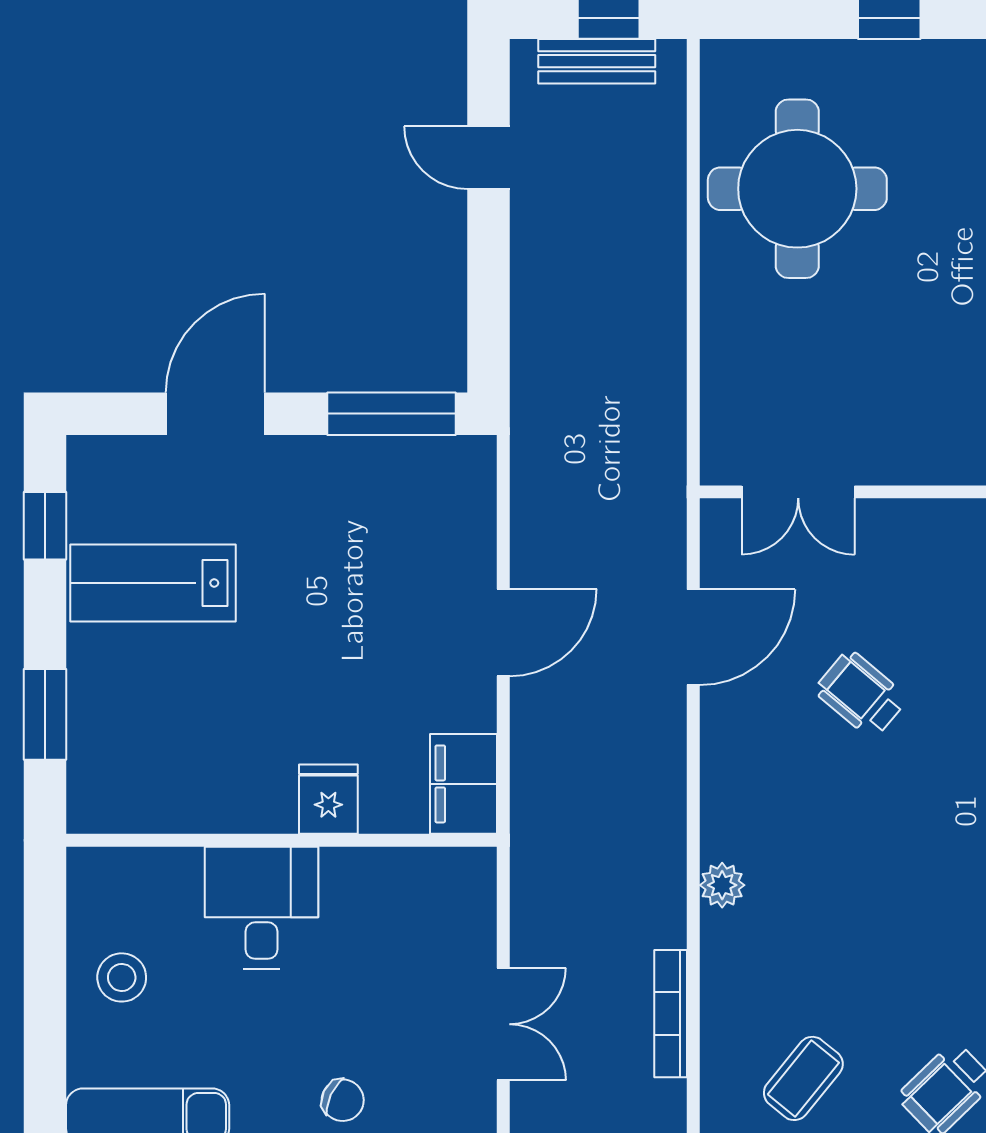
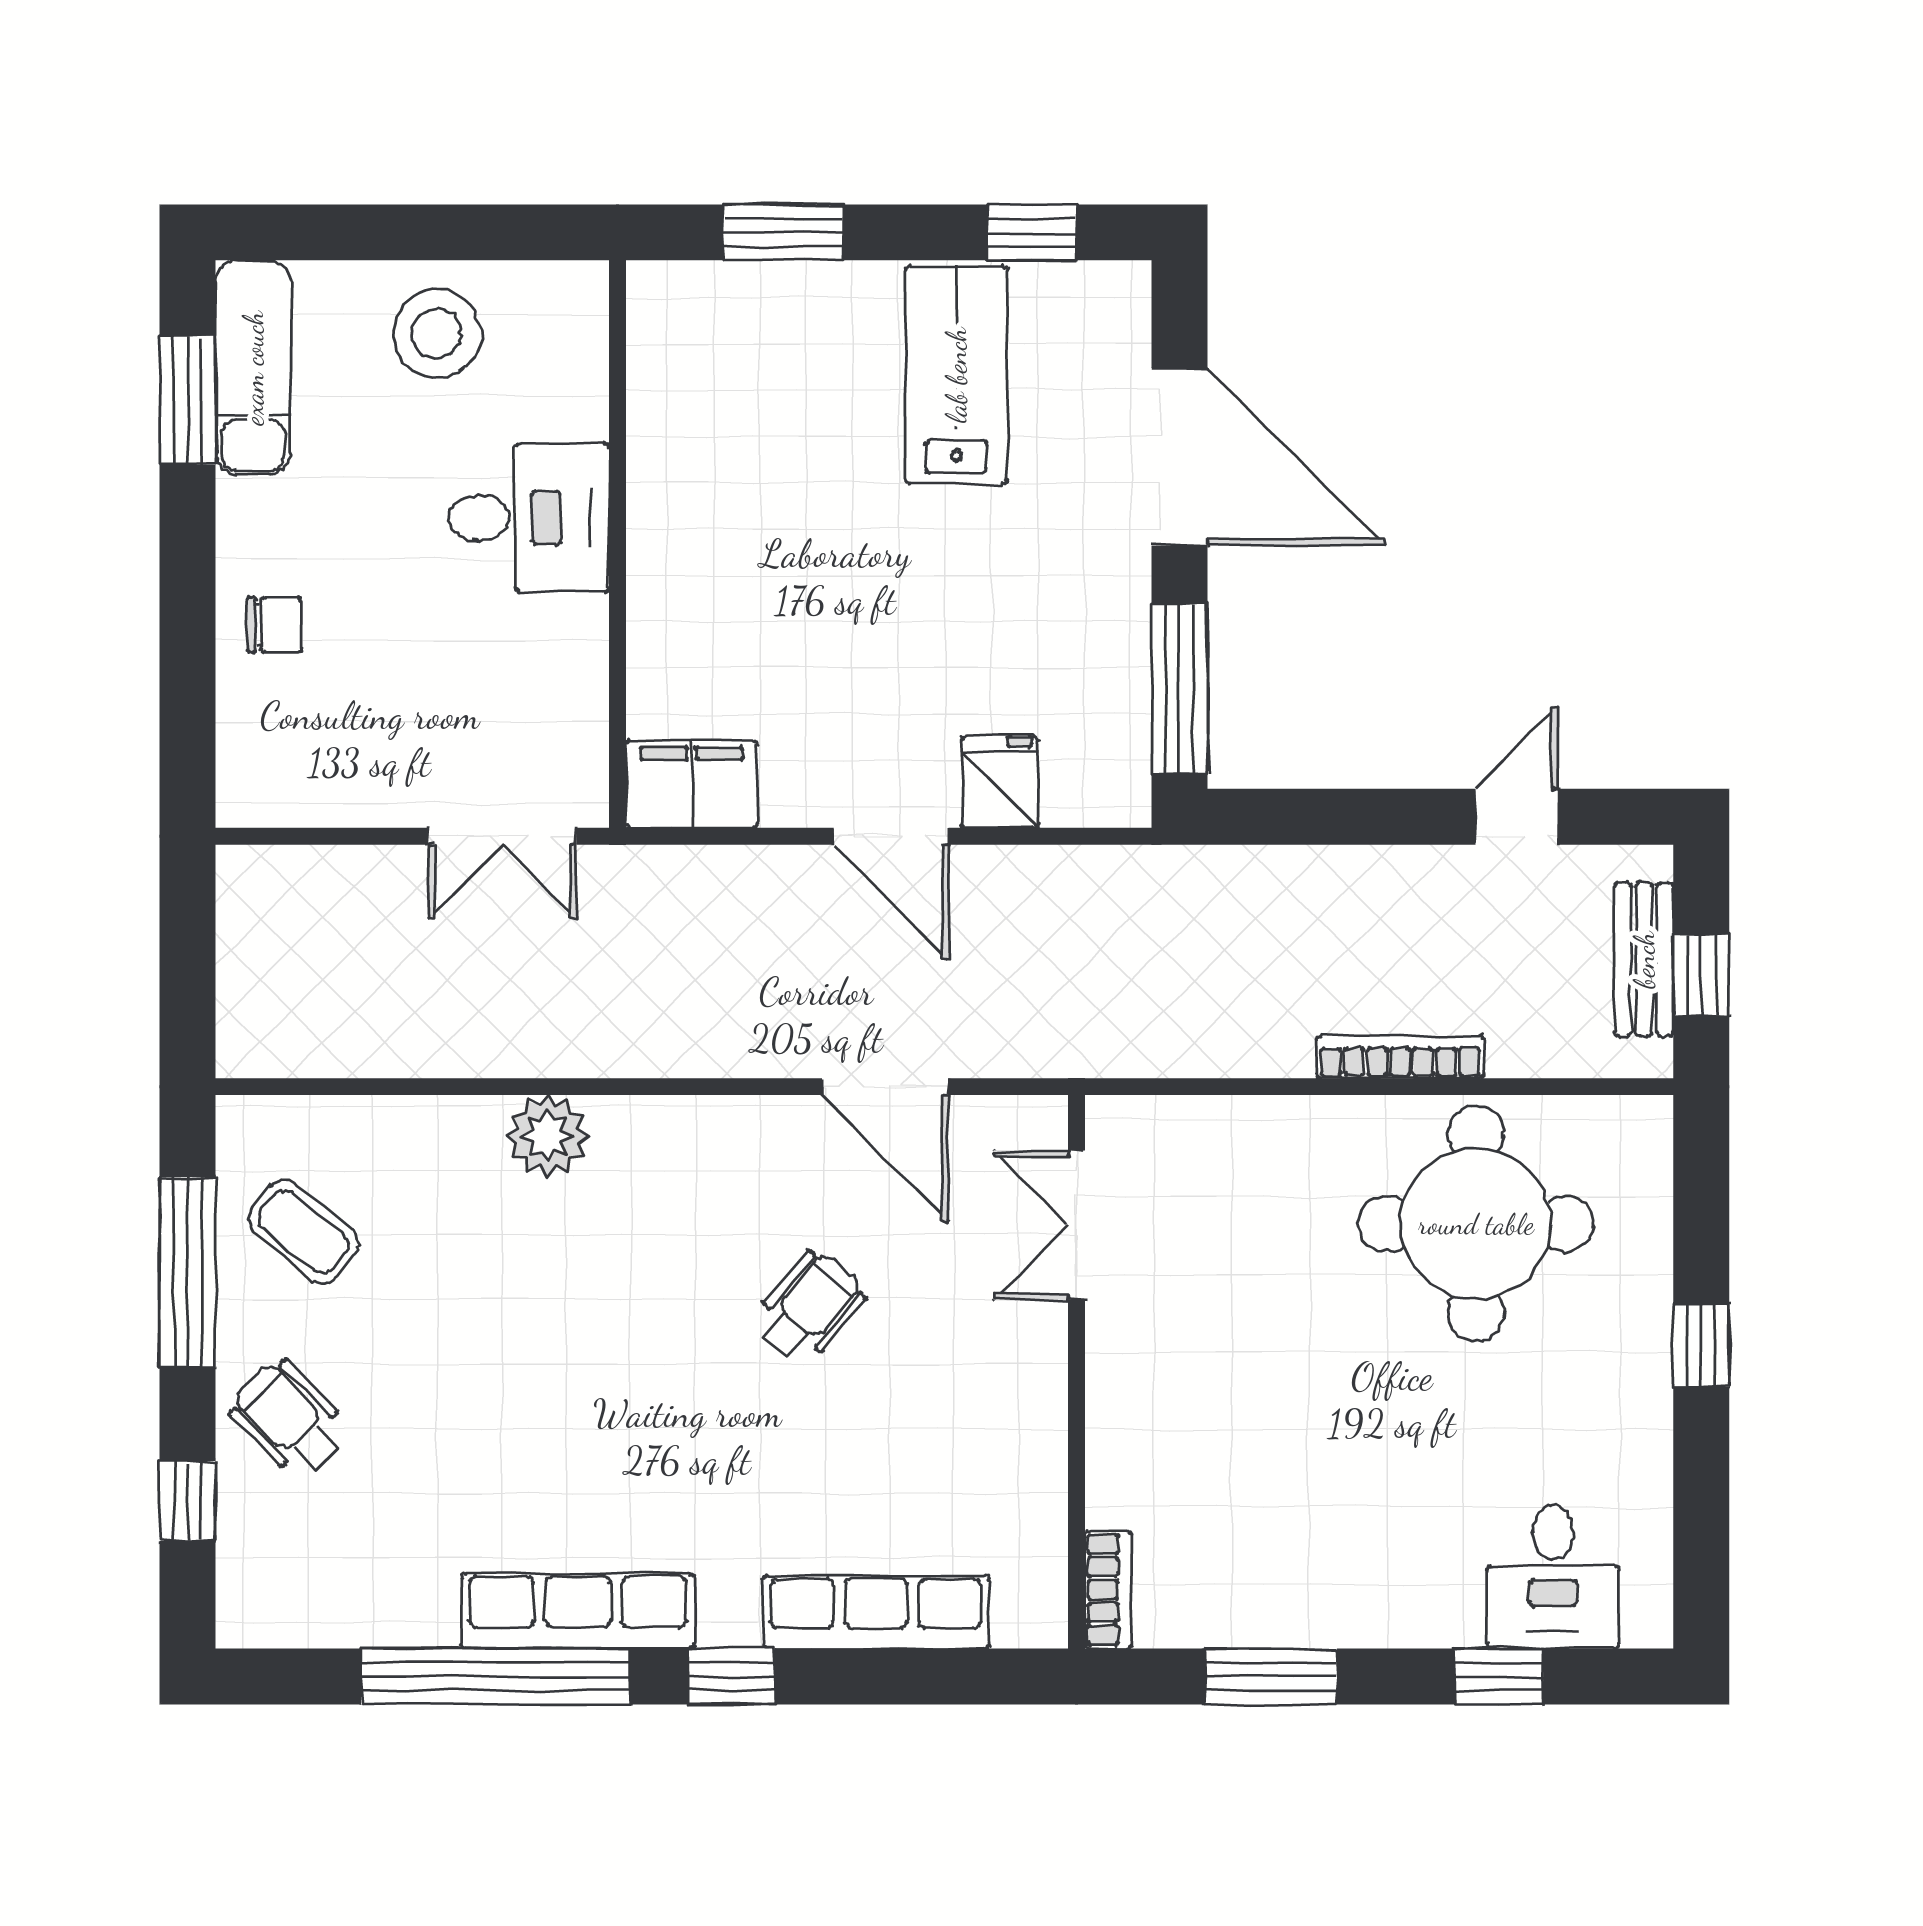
door: (215, 414) -> (1179, 457), width x1.36
fridge: (328, 799) -> (1000, 782), moved, turned -90
plant: (722, 885) -> (547, 1136), width x1.38, depth x1.38
stool: (122, 977) -> (437, 333), width x1.38, depth x1.38
bookcase: (671, 1014) -> (1400, 1057), moved
double door: (503, 1024) -> (502, 836), moved
chair: (343, 1100) -> (275, 625), turned -115

